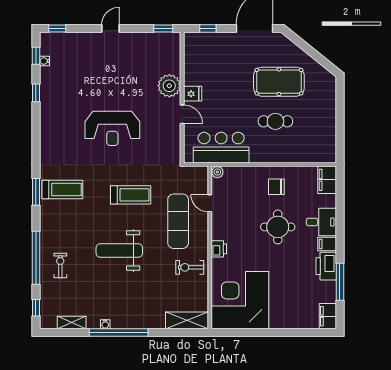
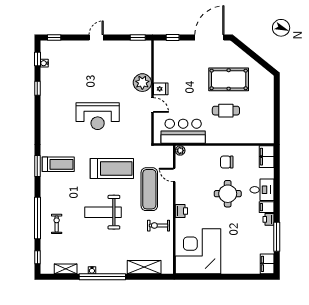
treadmill: (131, 195) -> (112, 169), width x1.37, depth x1.38
printer: (326, 266) -> (268, 219), width x0.53, depth x0.68
shelving: (187, 320) -> (144, 267), moved

